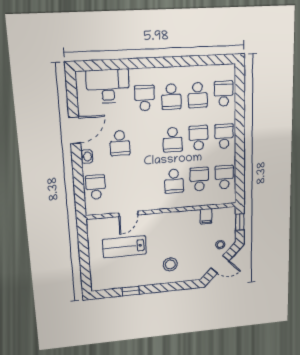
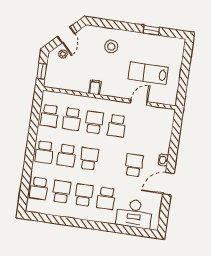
school desk: (96, 187) -> (117, 126), moved
filing cabinet: (206, 216) -> (95, 87), moved
lab bench: (125, 247) -> (148, 73), turned 180
door: (220, 264) -> (66, 35), swing flipped

